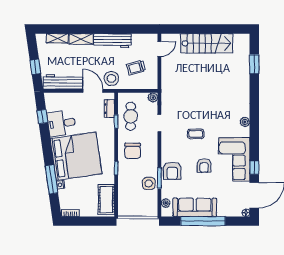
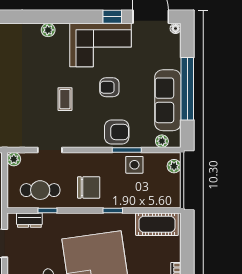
armchair: (204, 166) -> (109, 87), turned 180
plant: (148, 212) -> (174, 166), added

